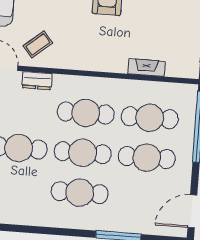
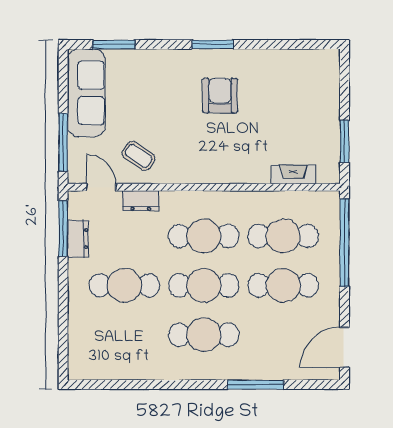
coffee table: (38, 44) -> (138, 156), turned 74
fireplace: (147, 68) -> (293, 174), moved

